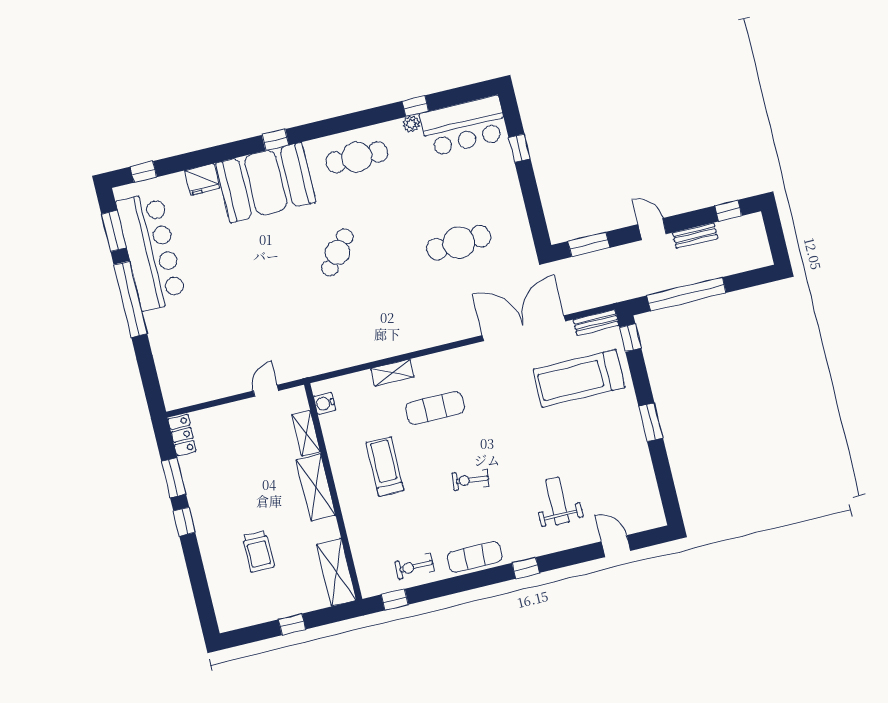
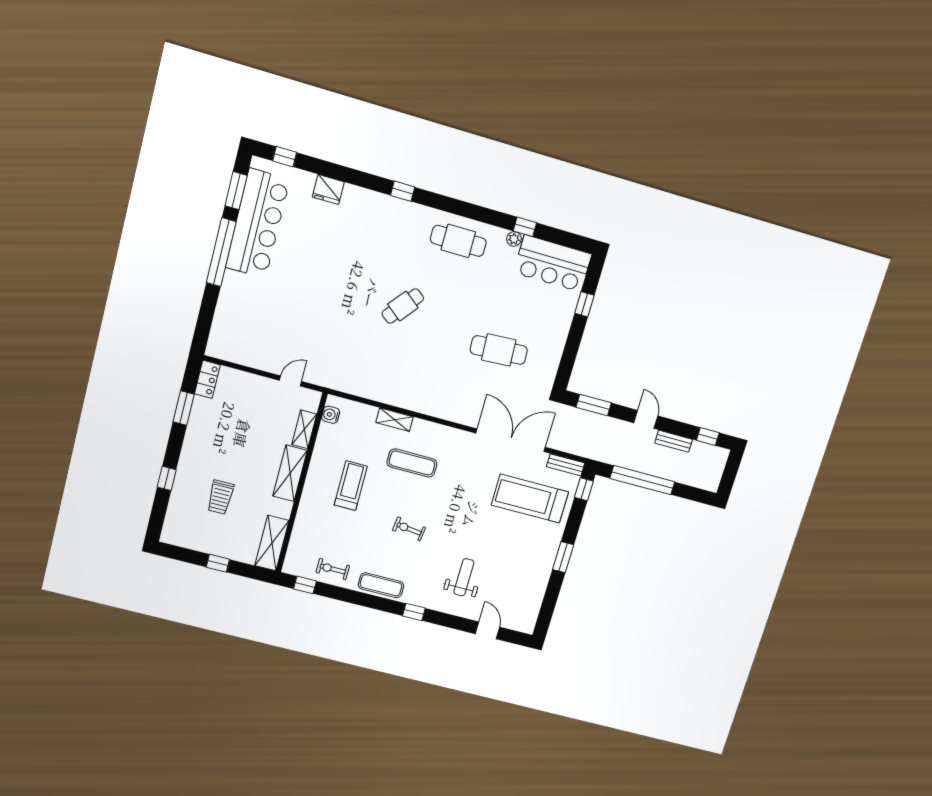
booth: (266, 183) -> (377, 221), removed
window: (184, 522) -> (167, 478), moved

